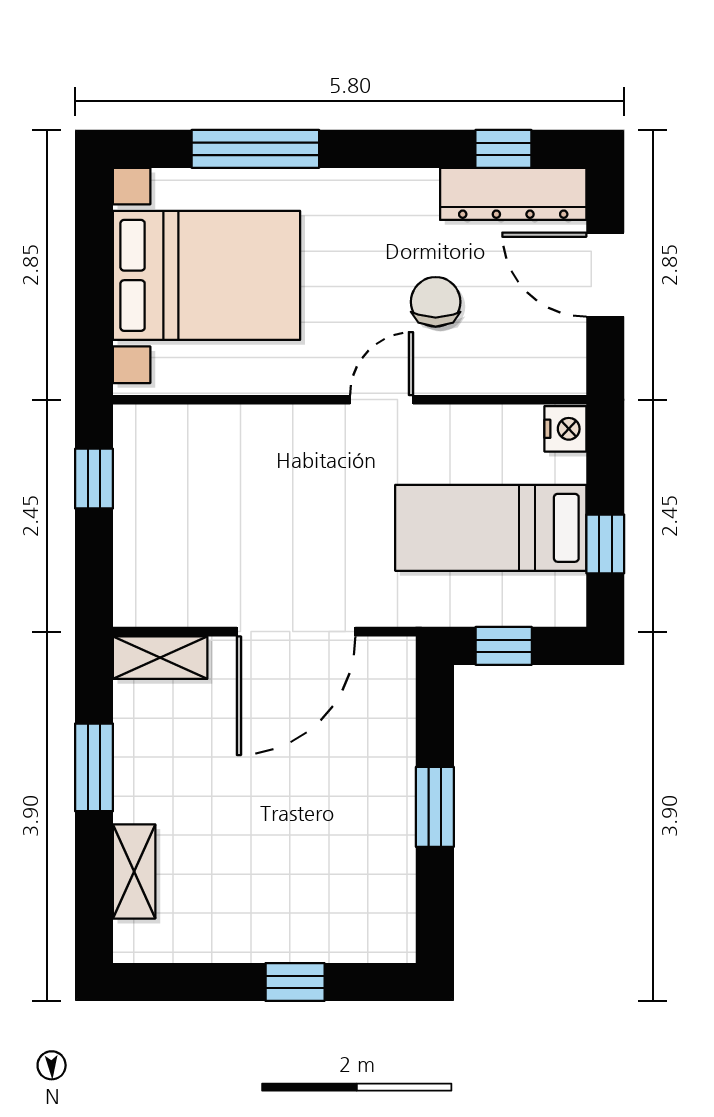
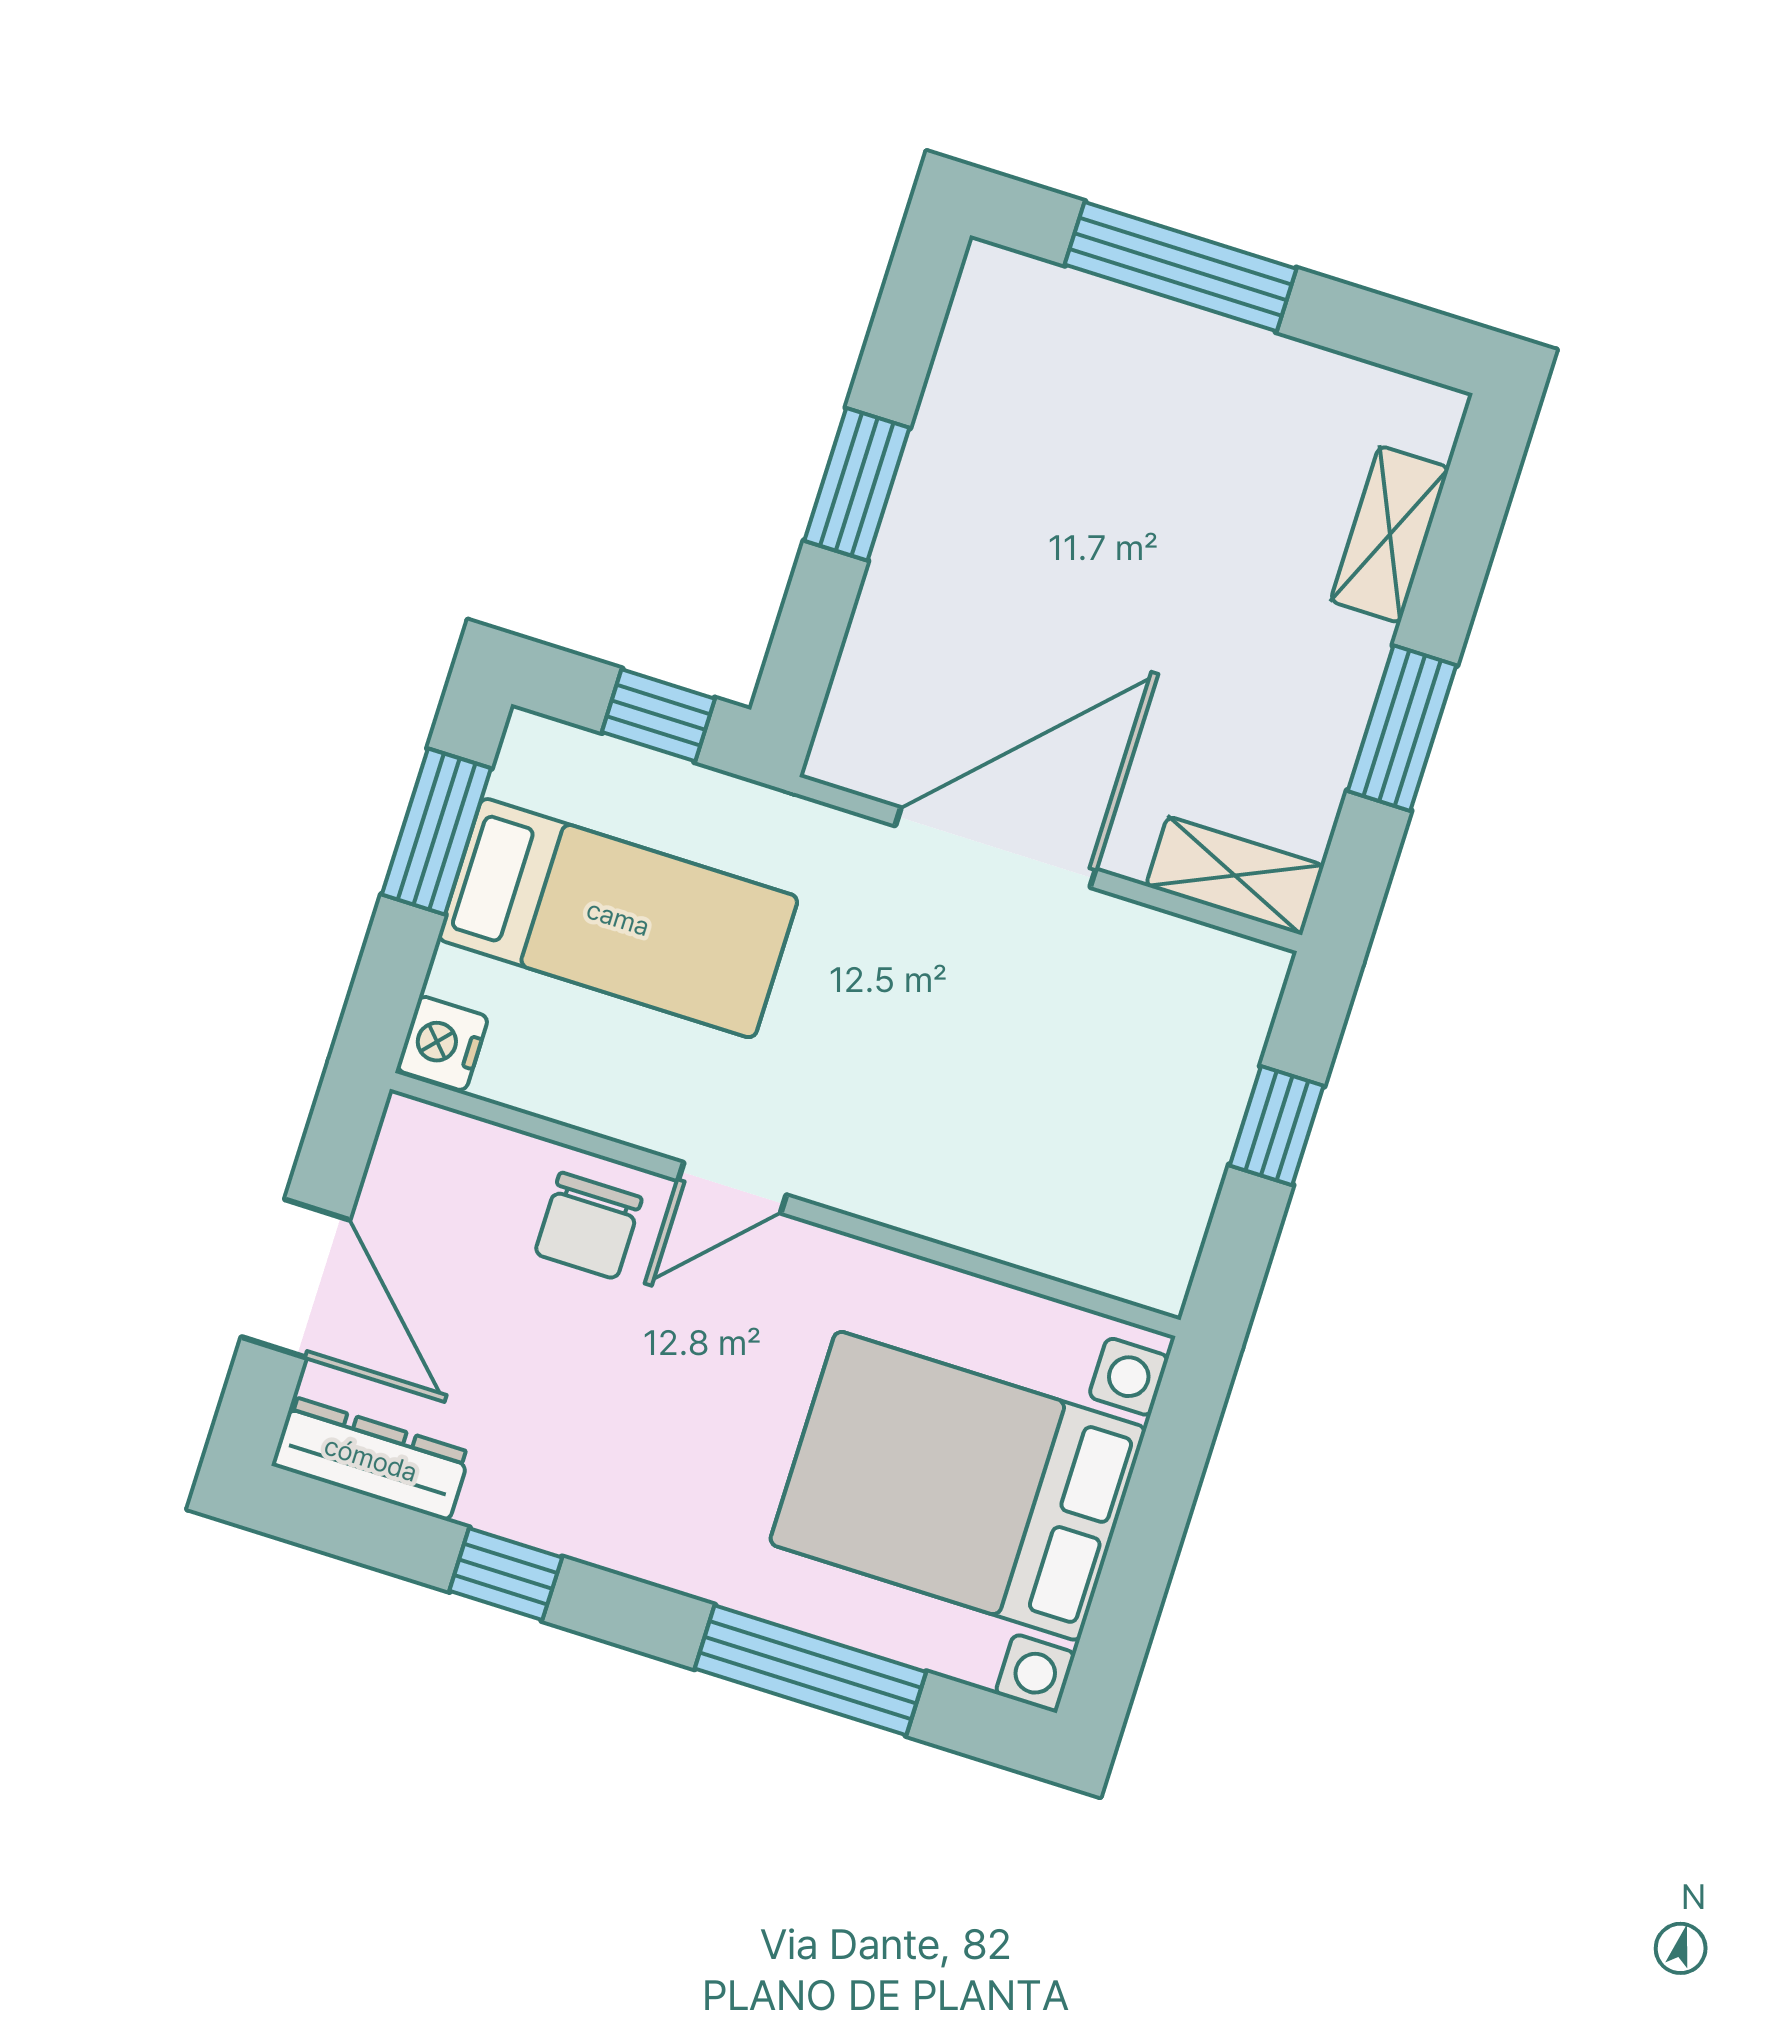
window: (503, 149) -> (506, 1574), moved
dresser: (513, 194) -> (371, 1459), width x0.73, depth x0.80
chair: (436, 302) -> (588, 1226), moved
window: (94, 479) -> (1277, 1126), moved
window: (605, 544) -> (436, 831), width x1.50
window: (295, 982) -> (1181, 267), width x2.17

